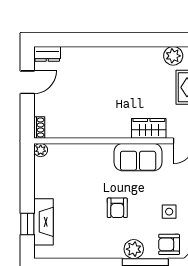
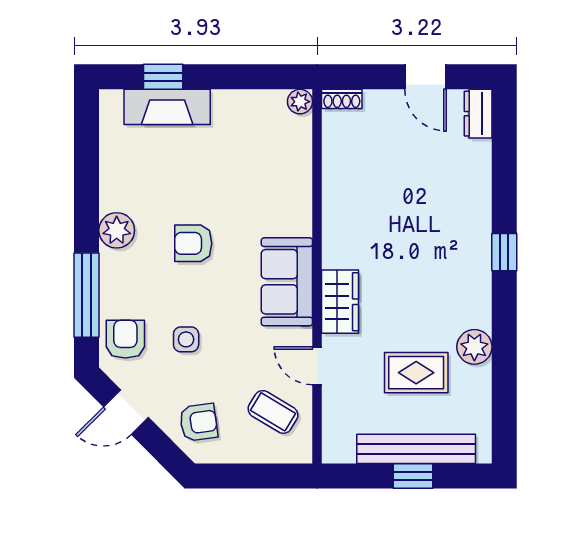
window: (122, 40) -> (504, 252), added
plant: (134, 249) -> (117, 230), moved

